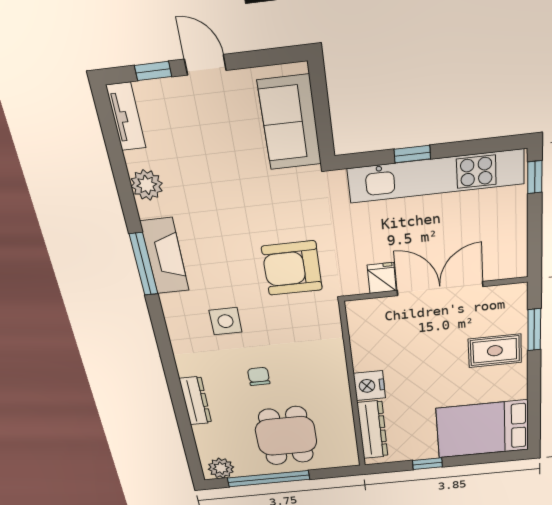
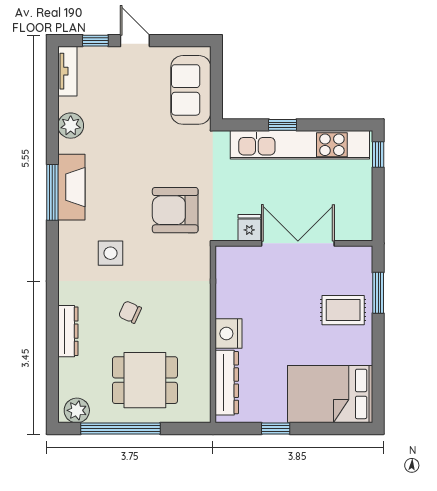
chair: (259, 376) -> (130, 312), turned -66
dining table: (286, 436) -> (145, 380), turned 90

